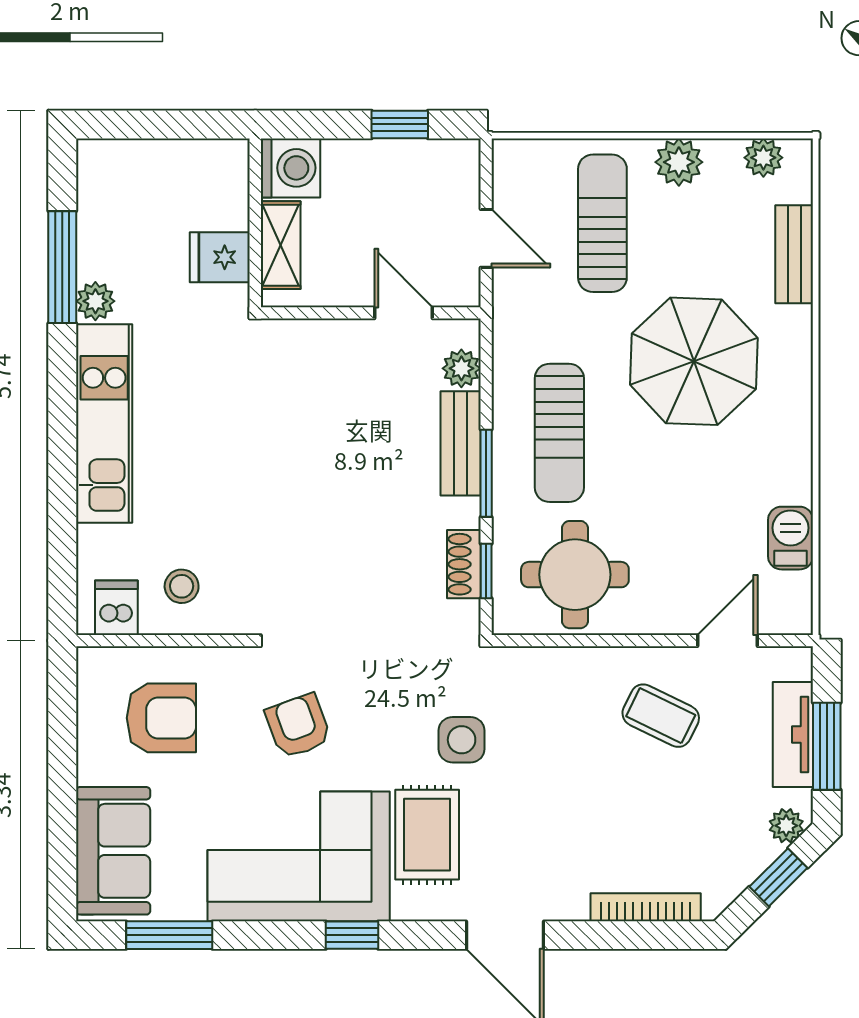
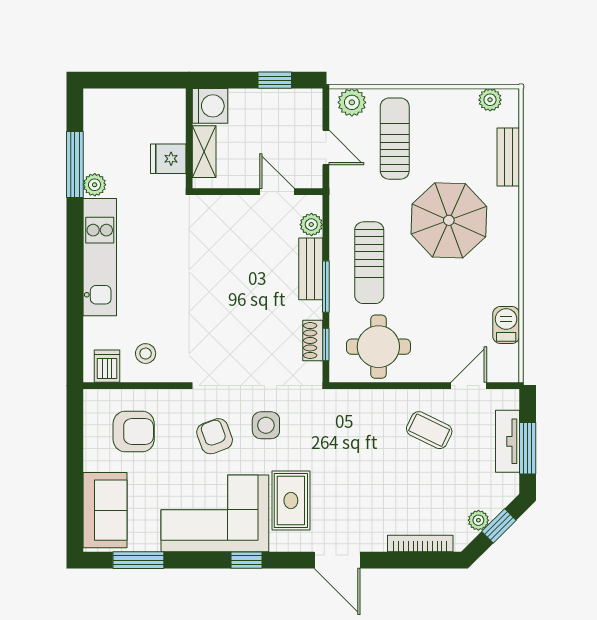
plant: (679, 162) -> (352, 102), moved
side table: (462, 740) -> (266, 425), moved
plant: (786, 826) -> (478, 520), moved

